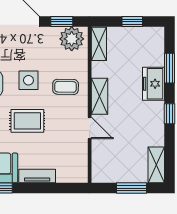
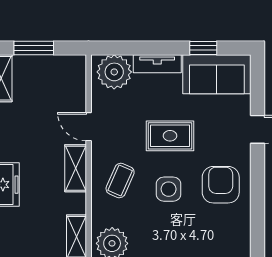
coffee table: (66, 87) -> (120, 180), turned -67
plant: (70, 170) -> (114, 72), added

